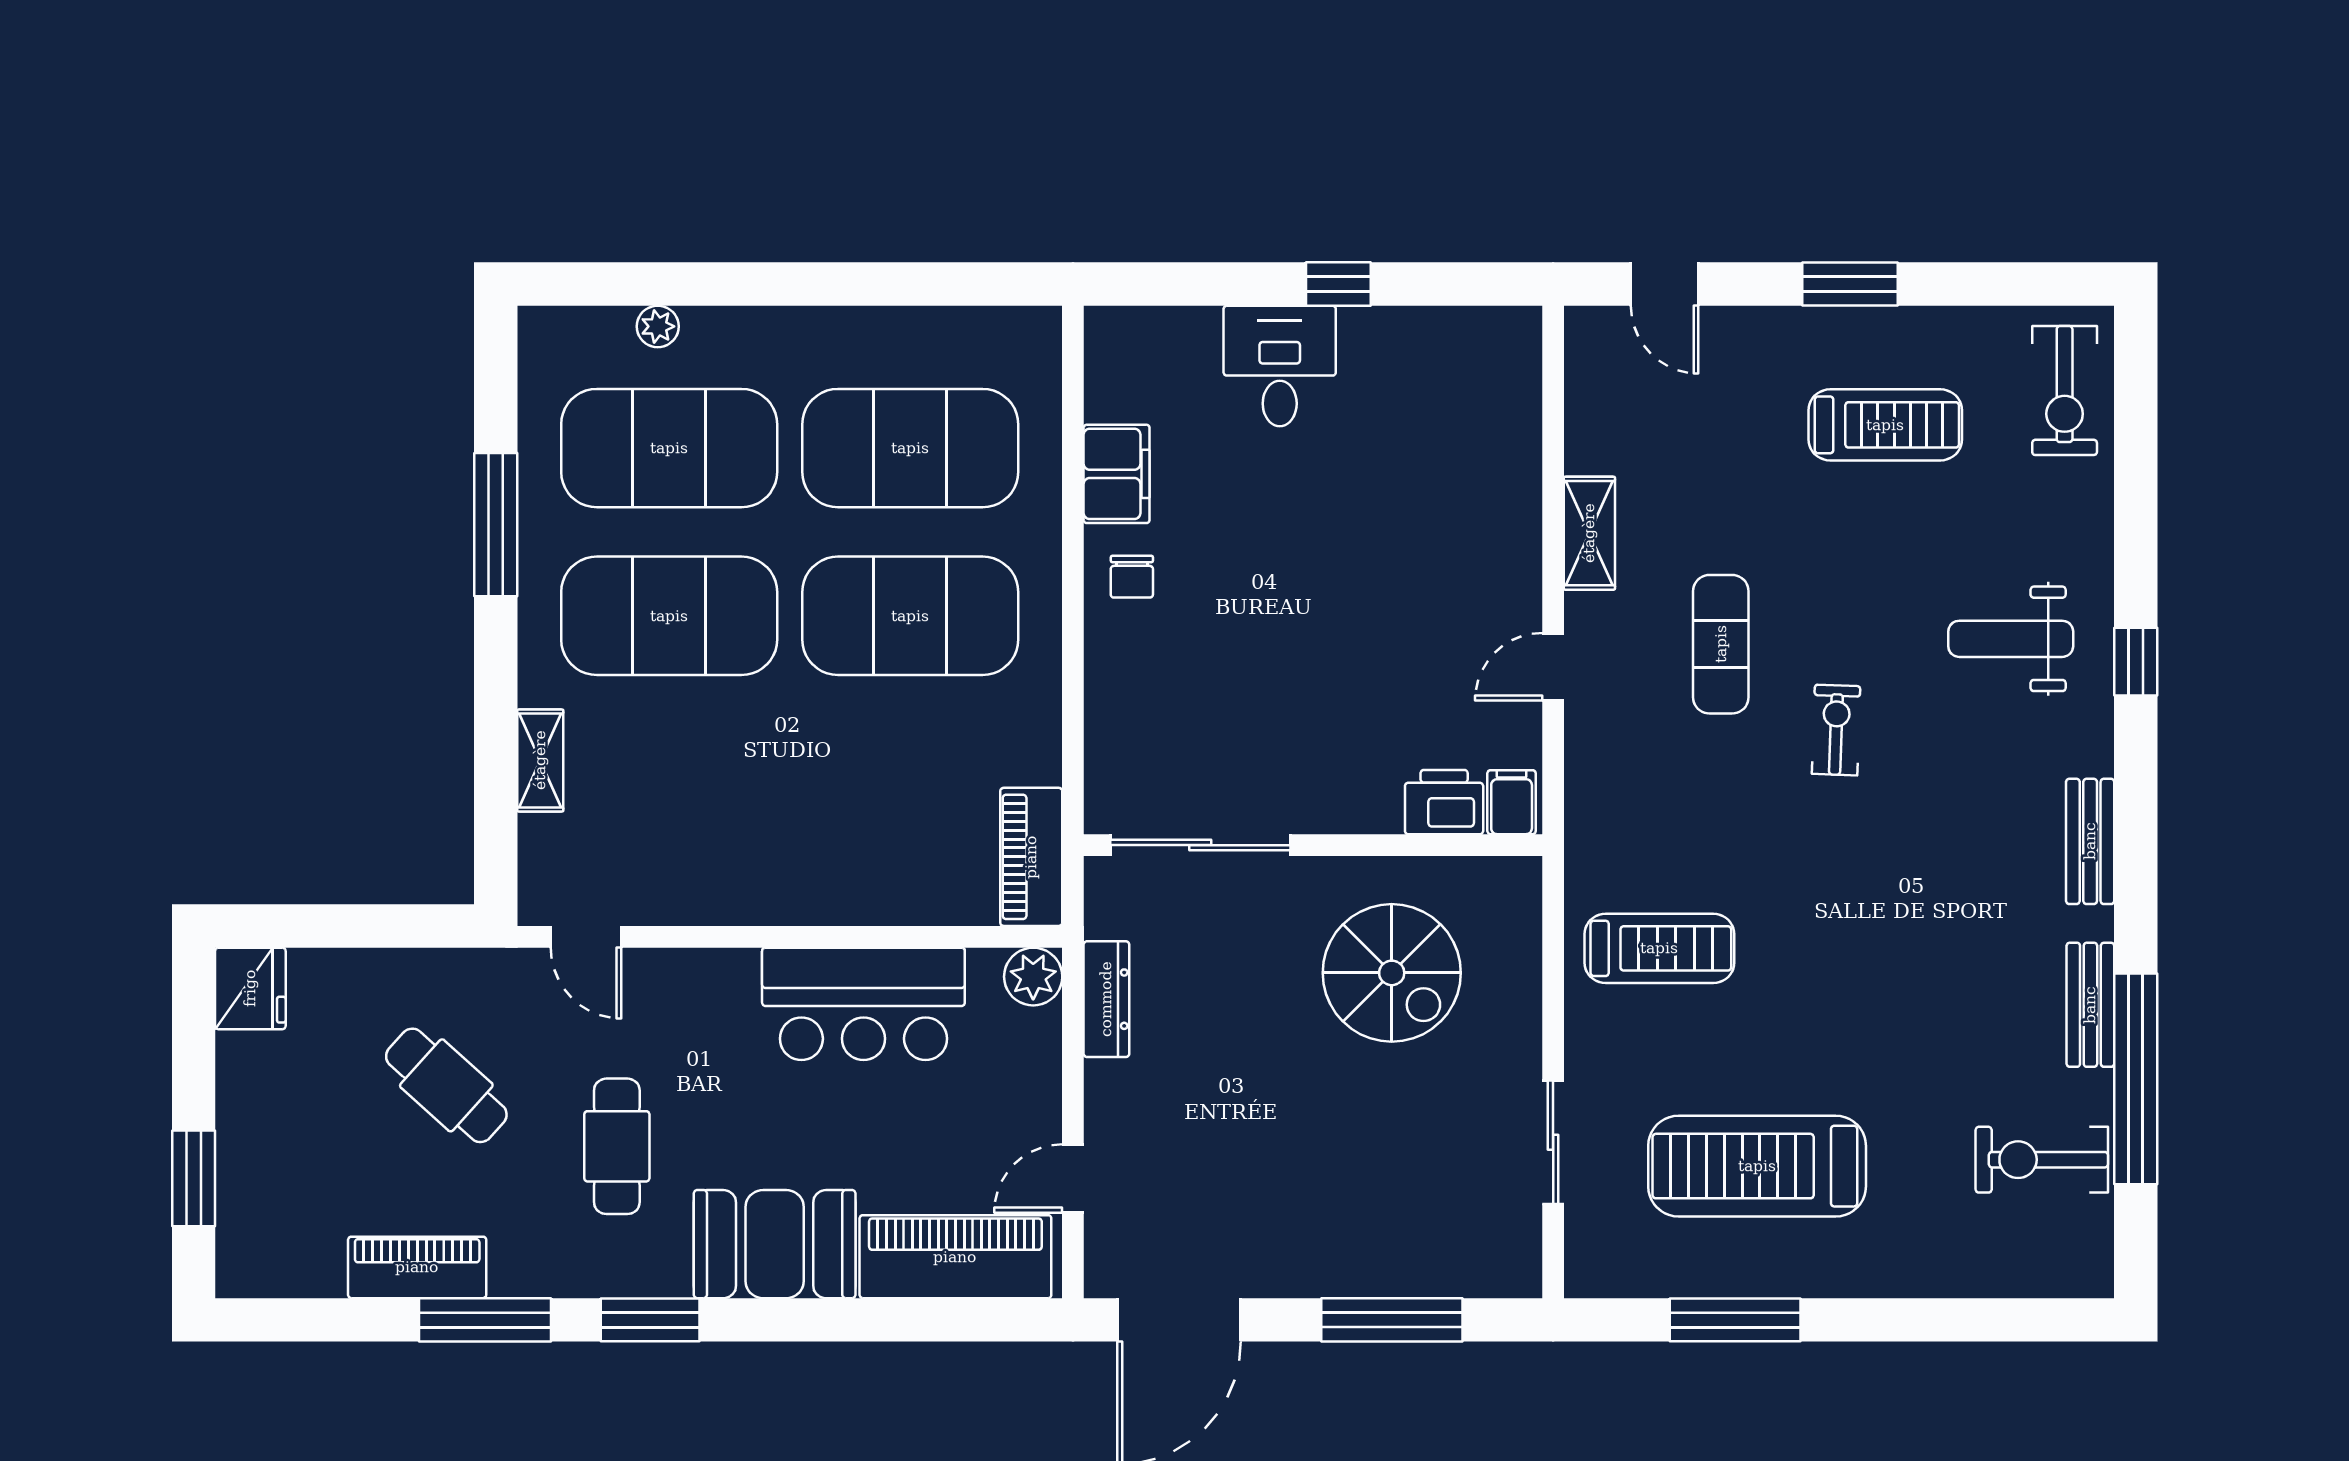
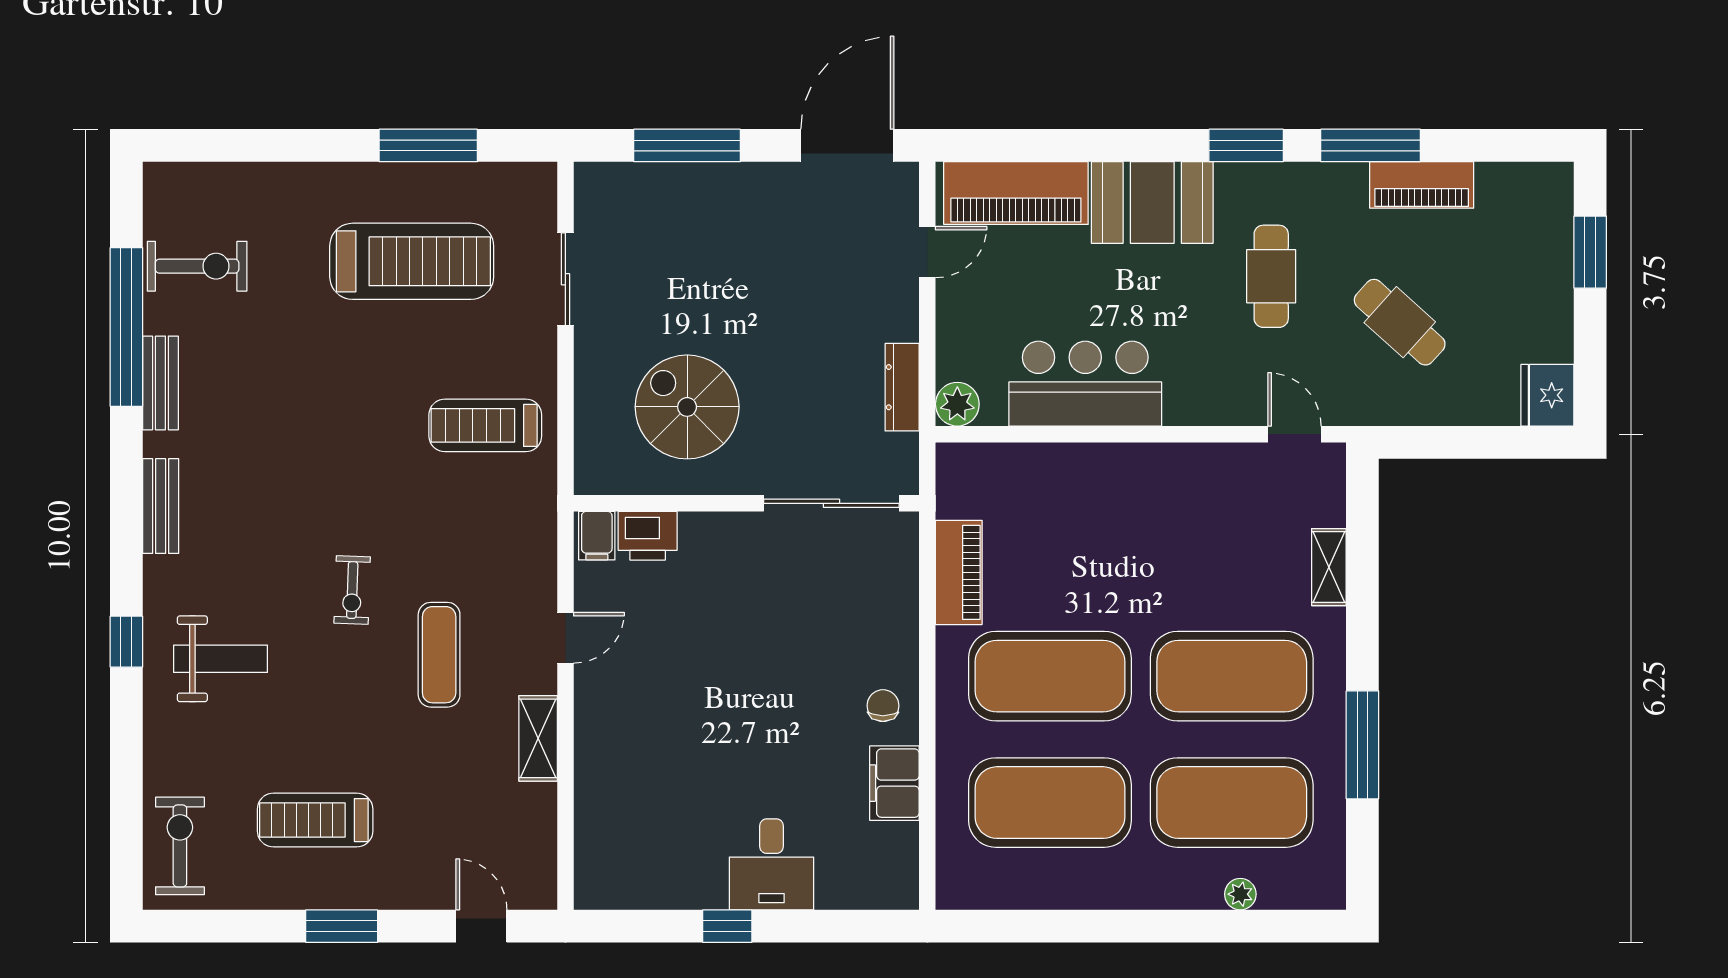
piano: (1031, 857) -> (959, 572), moved

